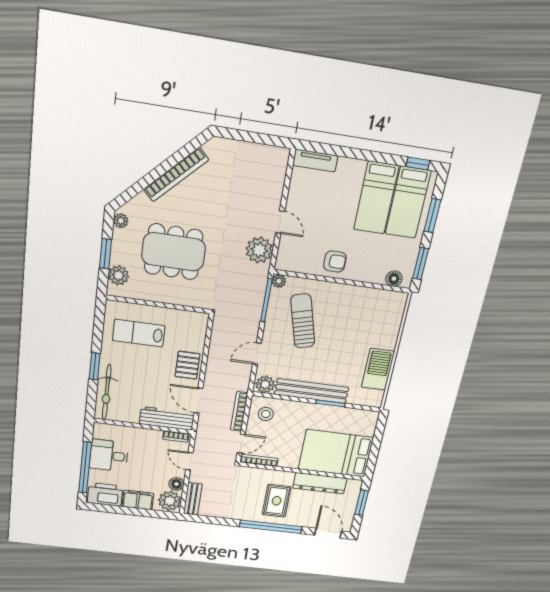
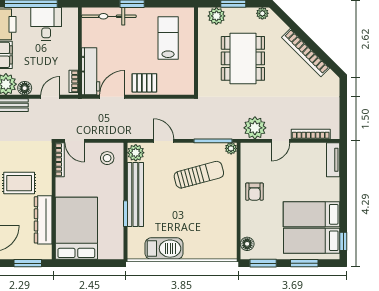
bookcase: (239, 411) -> (311, 134), moved

